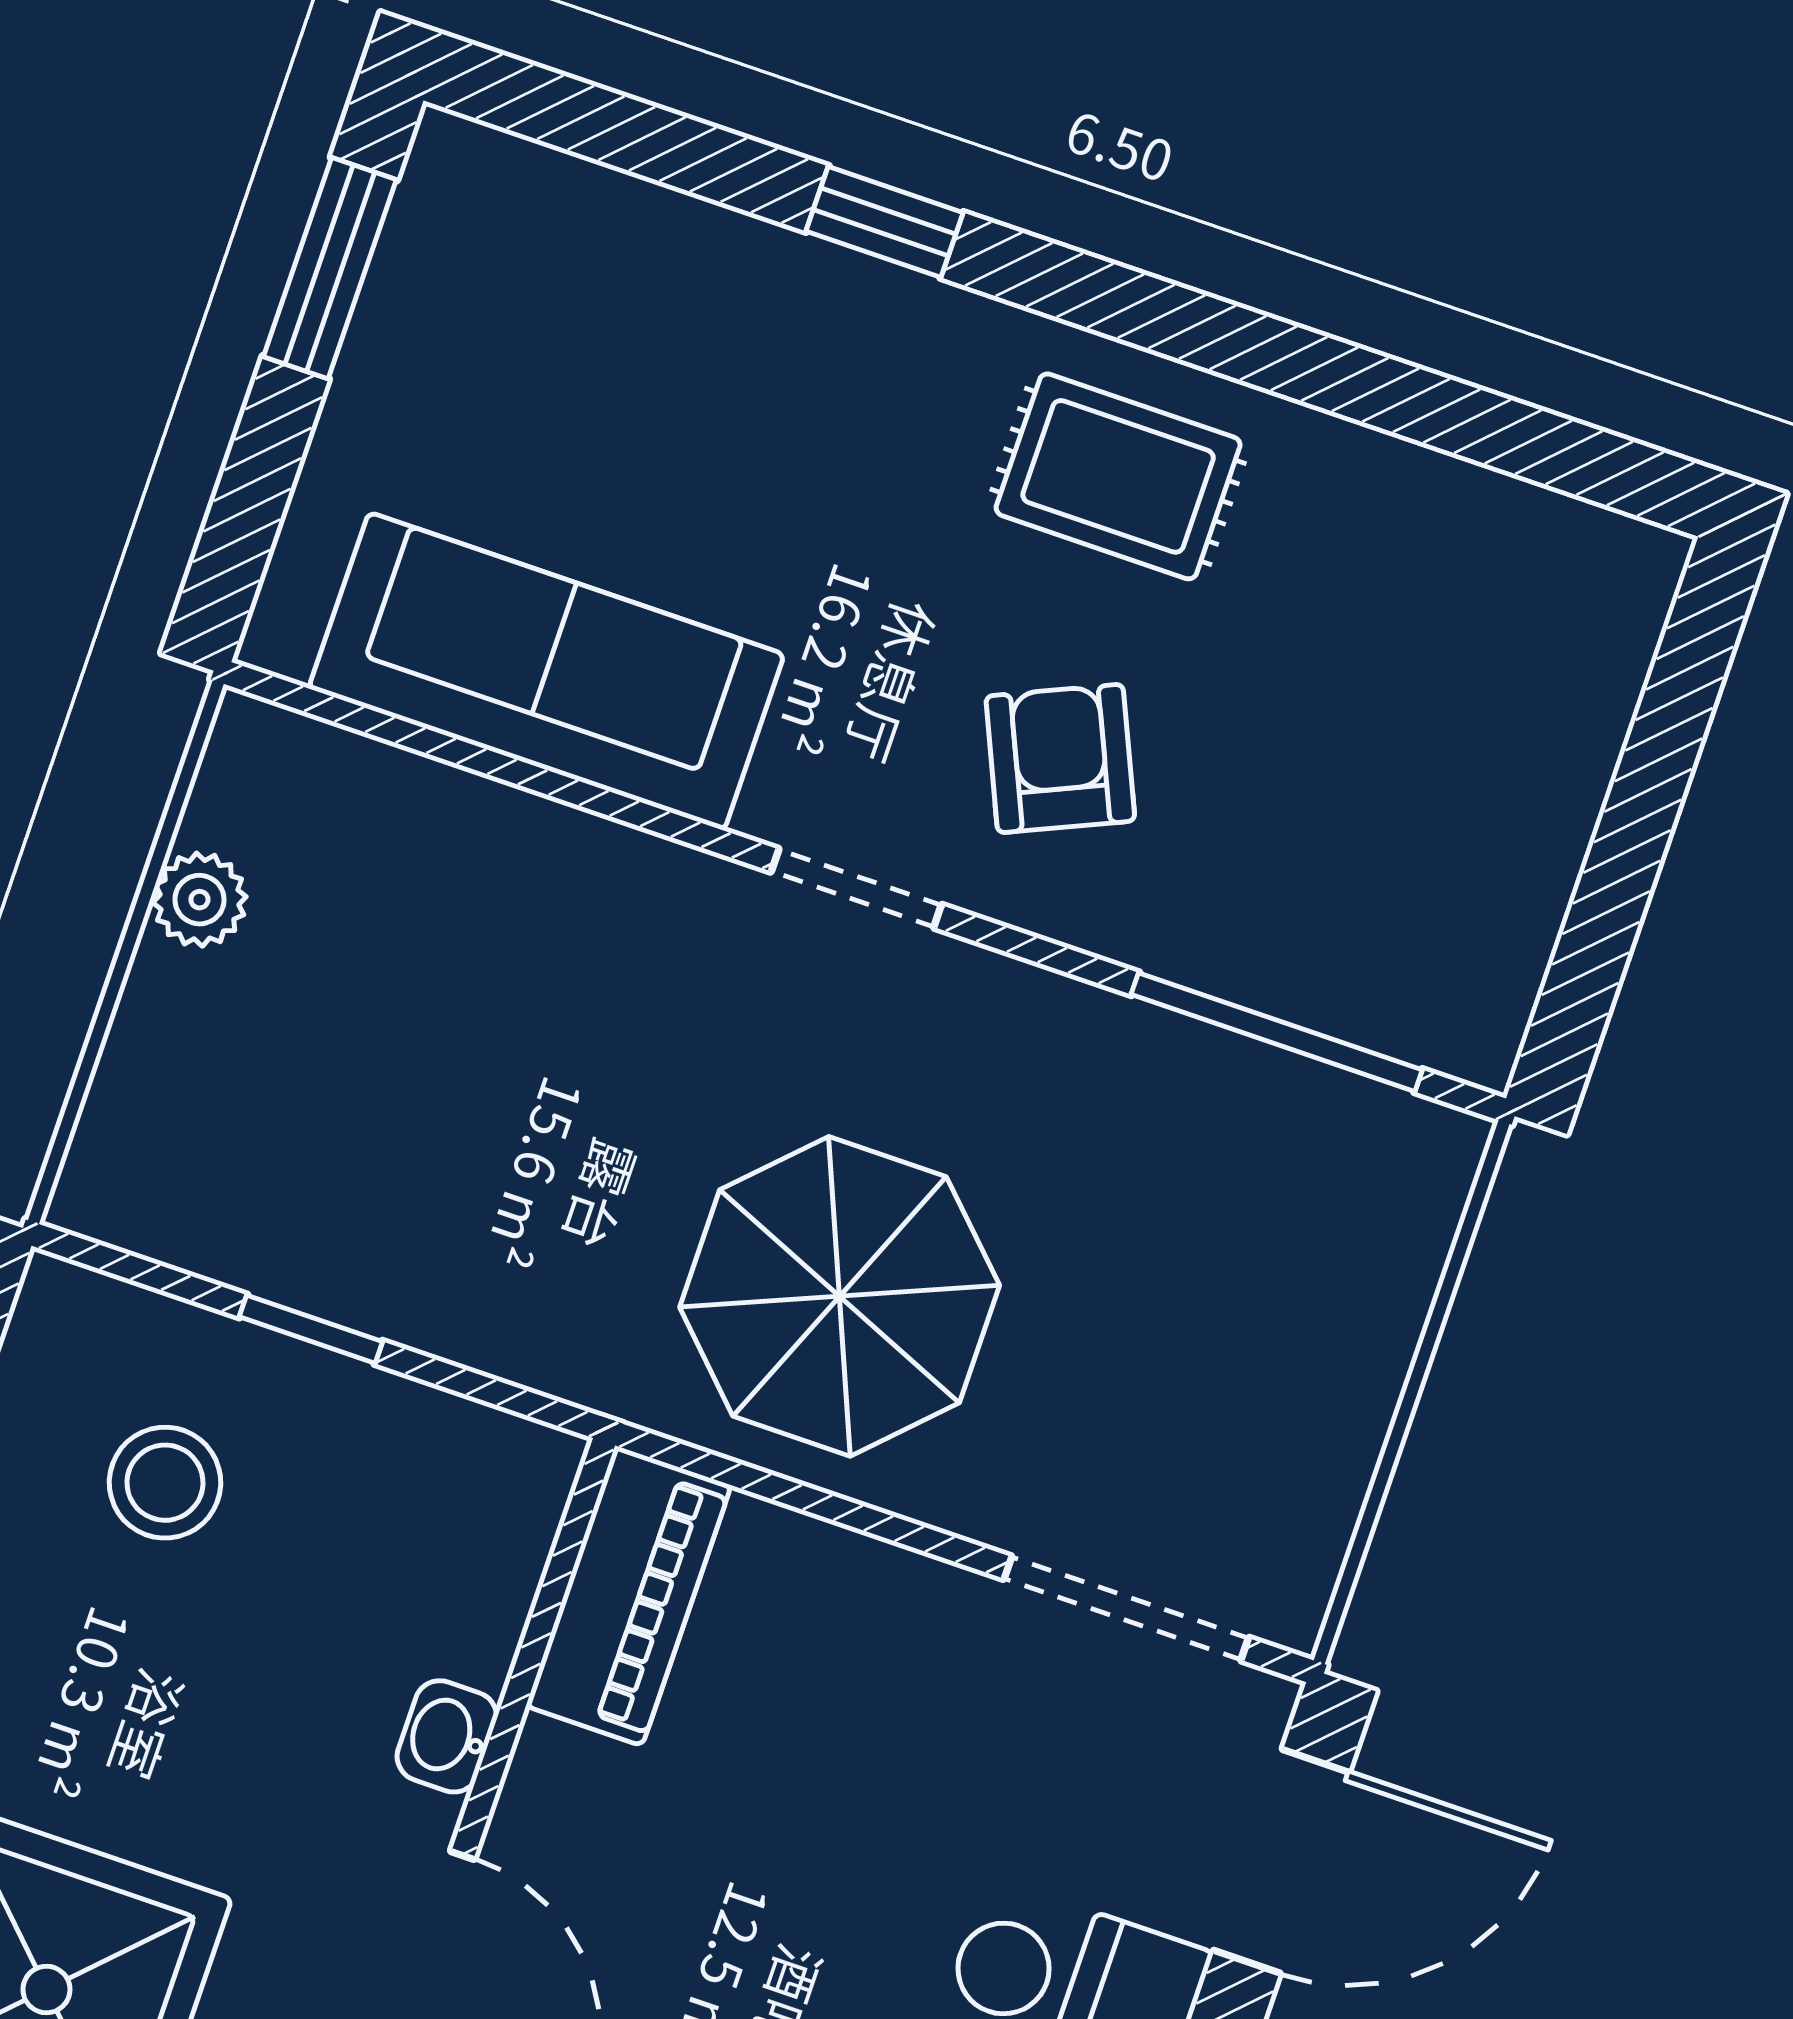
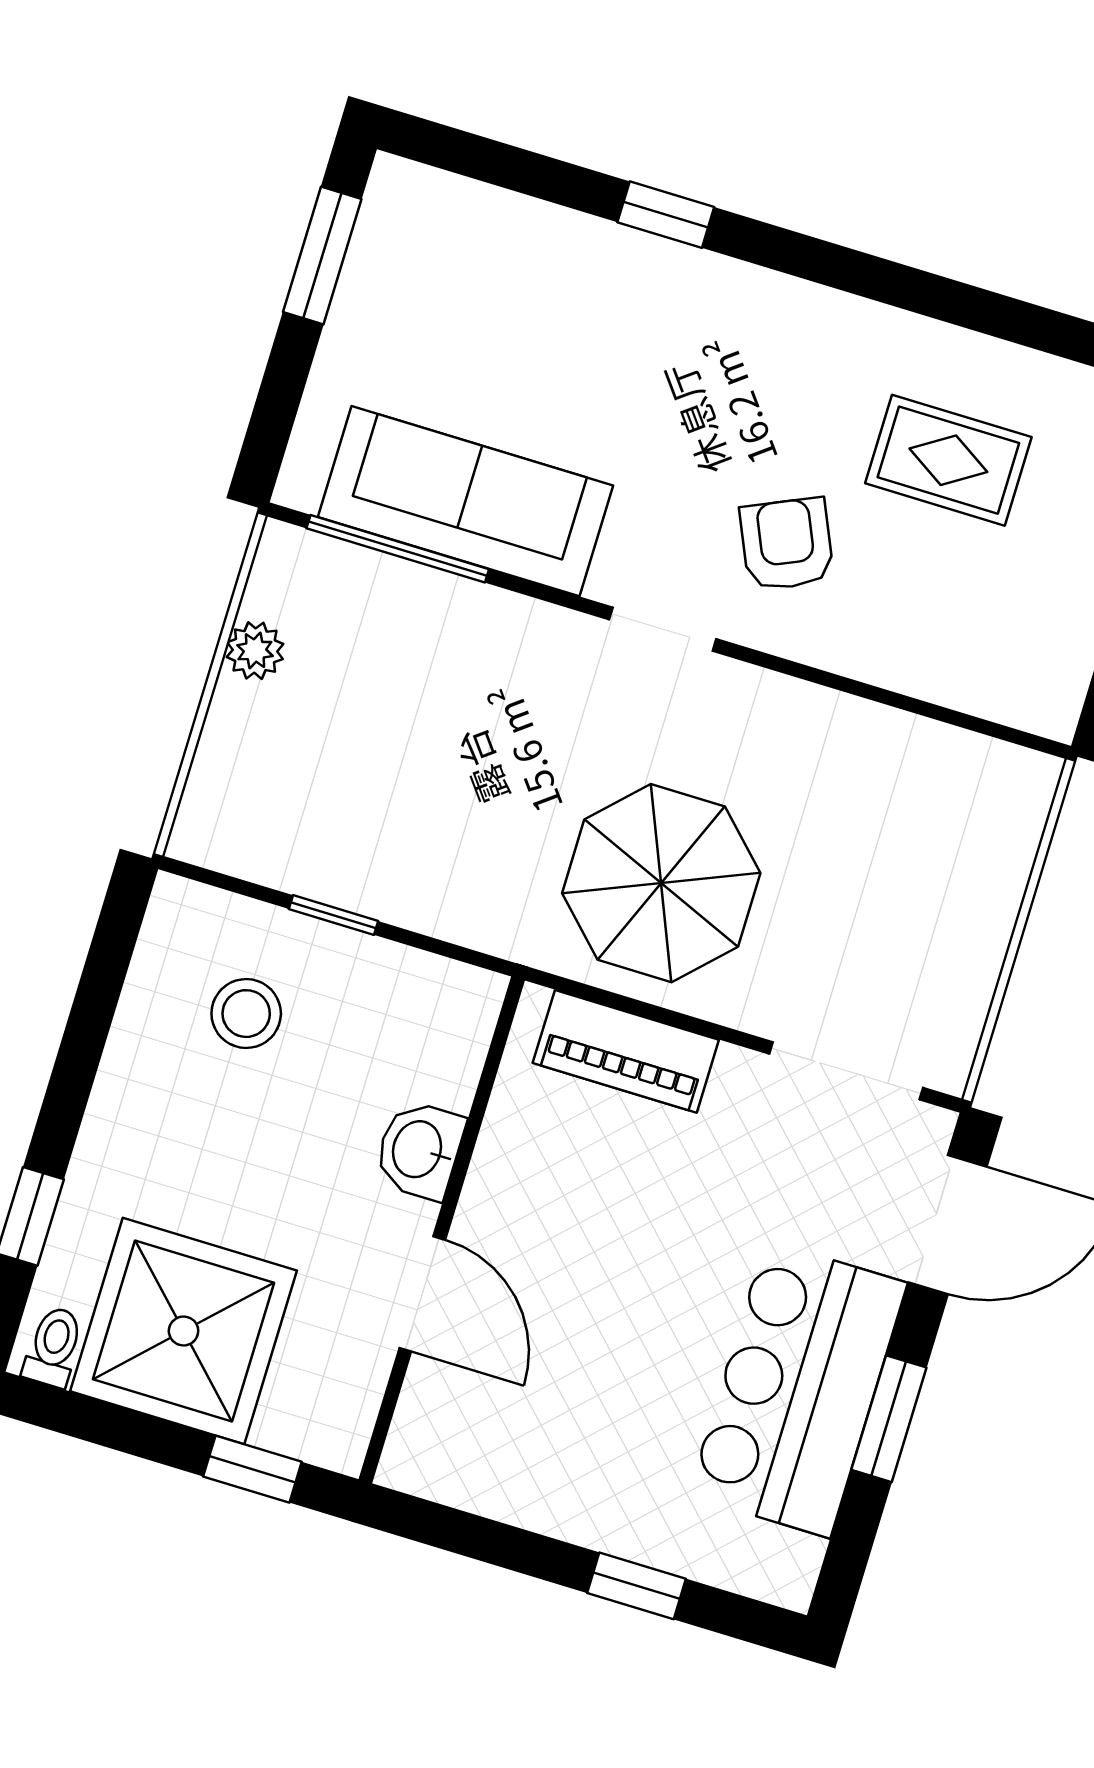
rug: (1118, 476) -> (948, 460), moved
window: (1277, 1032) -> (398, 549), moved
piano: (629, 1596) -> (626, 1051), moved, turned 90
washbasin: (447, 1736) -> (419, 1150), width x1.38, depth x1.45

